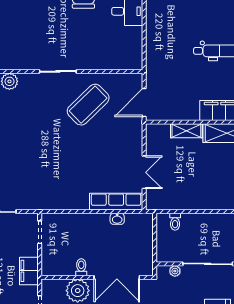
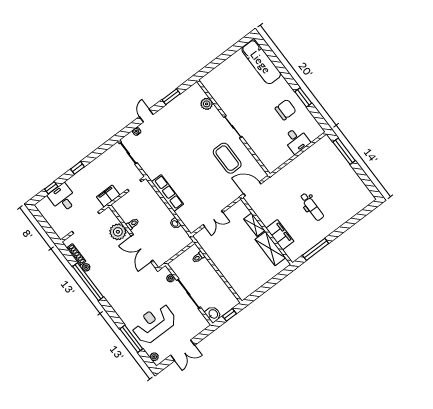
coffee table: (88, 105) -> (227, 158), turned 44
row of seats: (116, 202) -> (167, 193), moved

